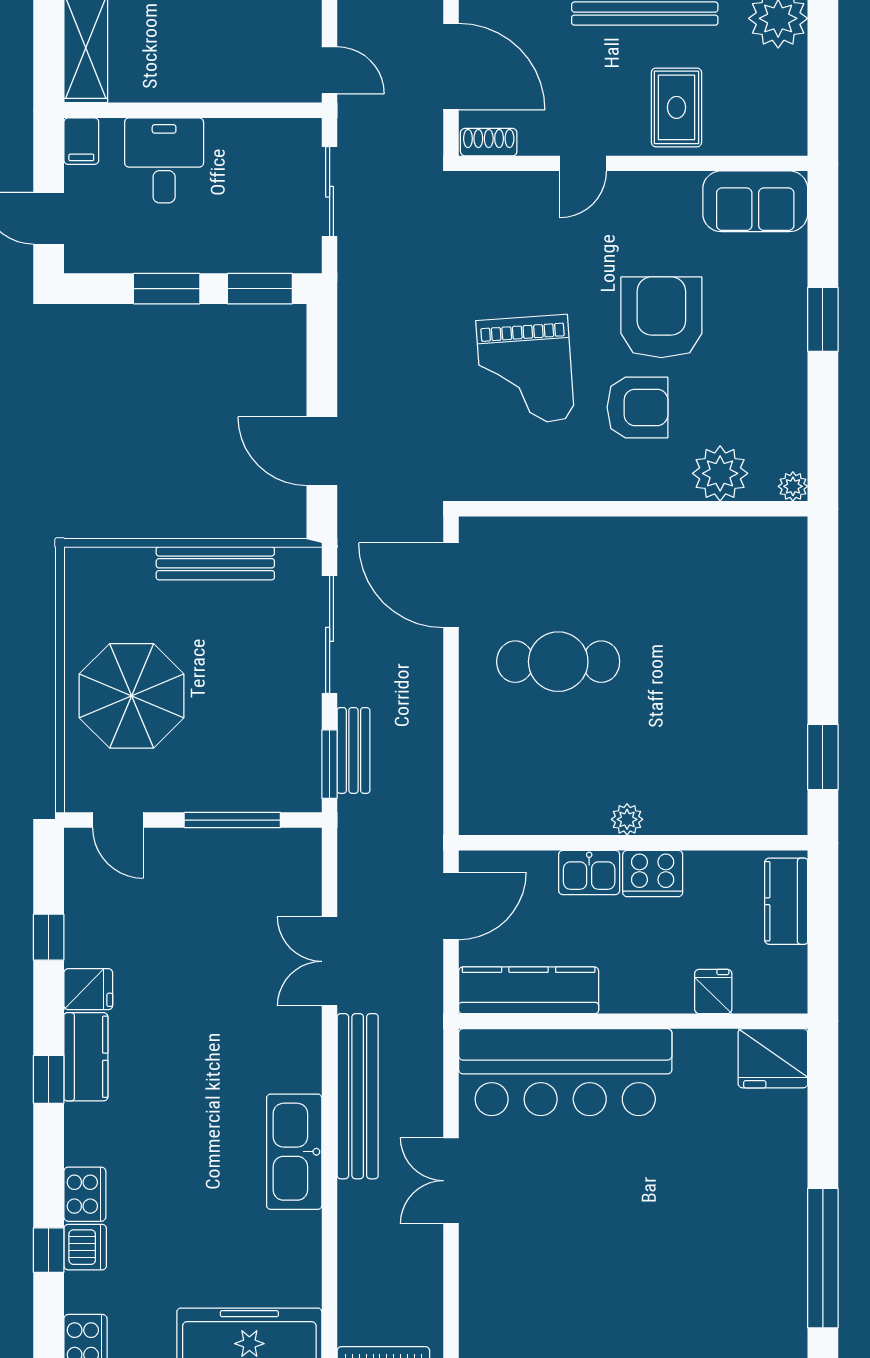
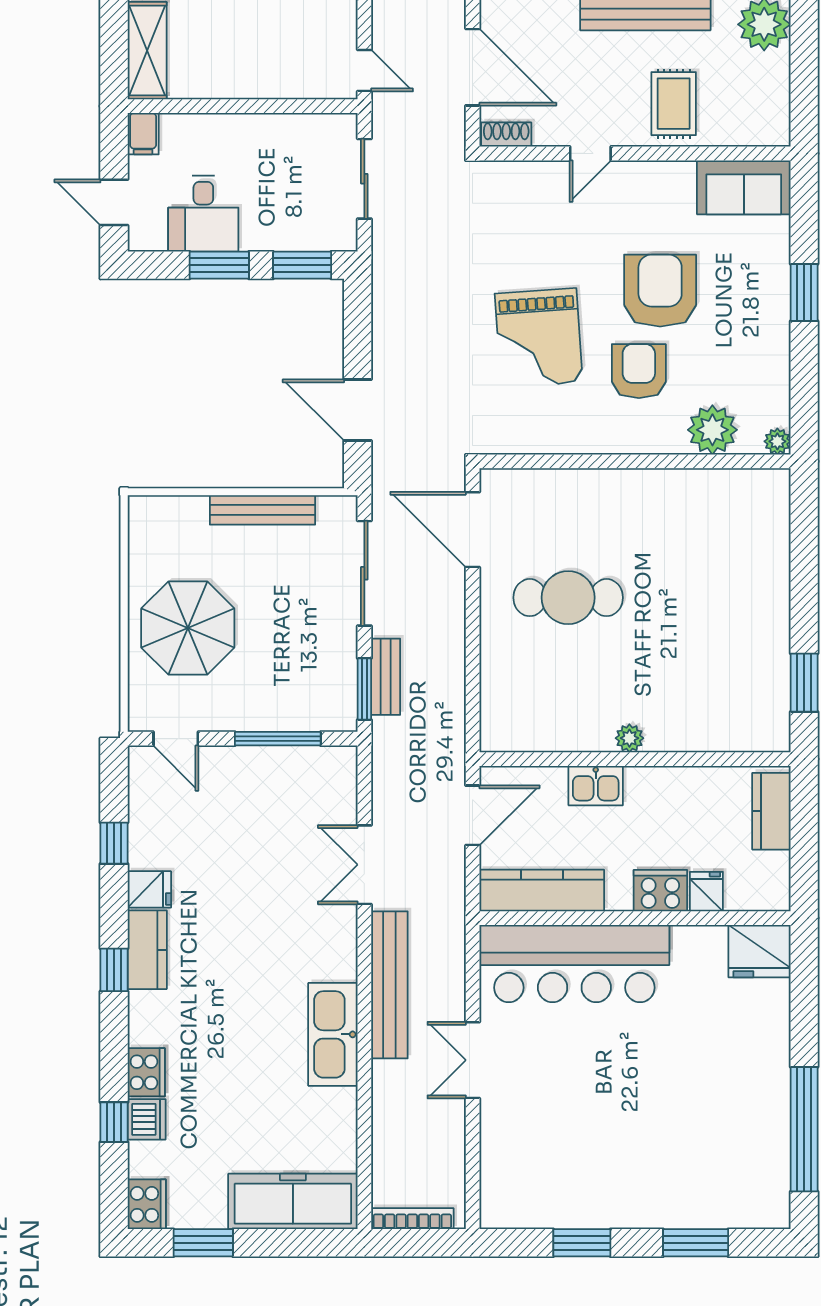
desk: (164, 160) -> (203, 214), moved, turned 180
armchair: (637, 407) -> (639, 371), turned -90
cooker: (653, 874) -> (660, 891), moved, turned 180

